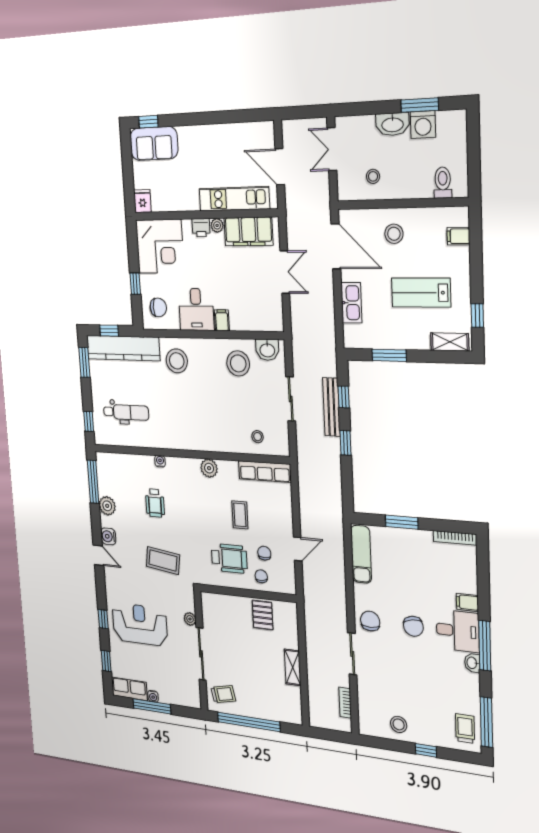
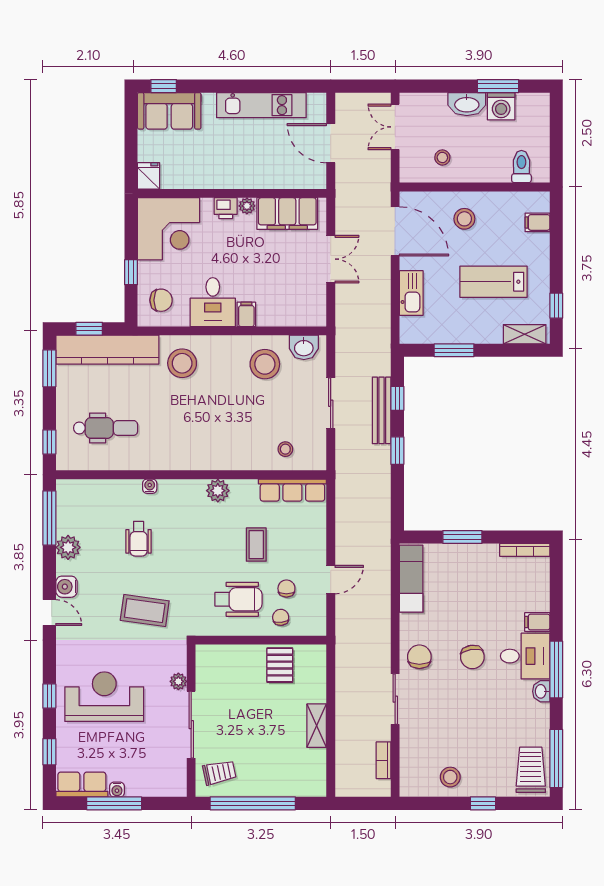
kitchen unit: (234, 199) -> (261, 105), moved, turned 180
trolley: (465, 729) -> (531, 770), width x1.36, depth x1.39

